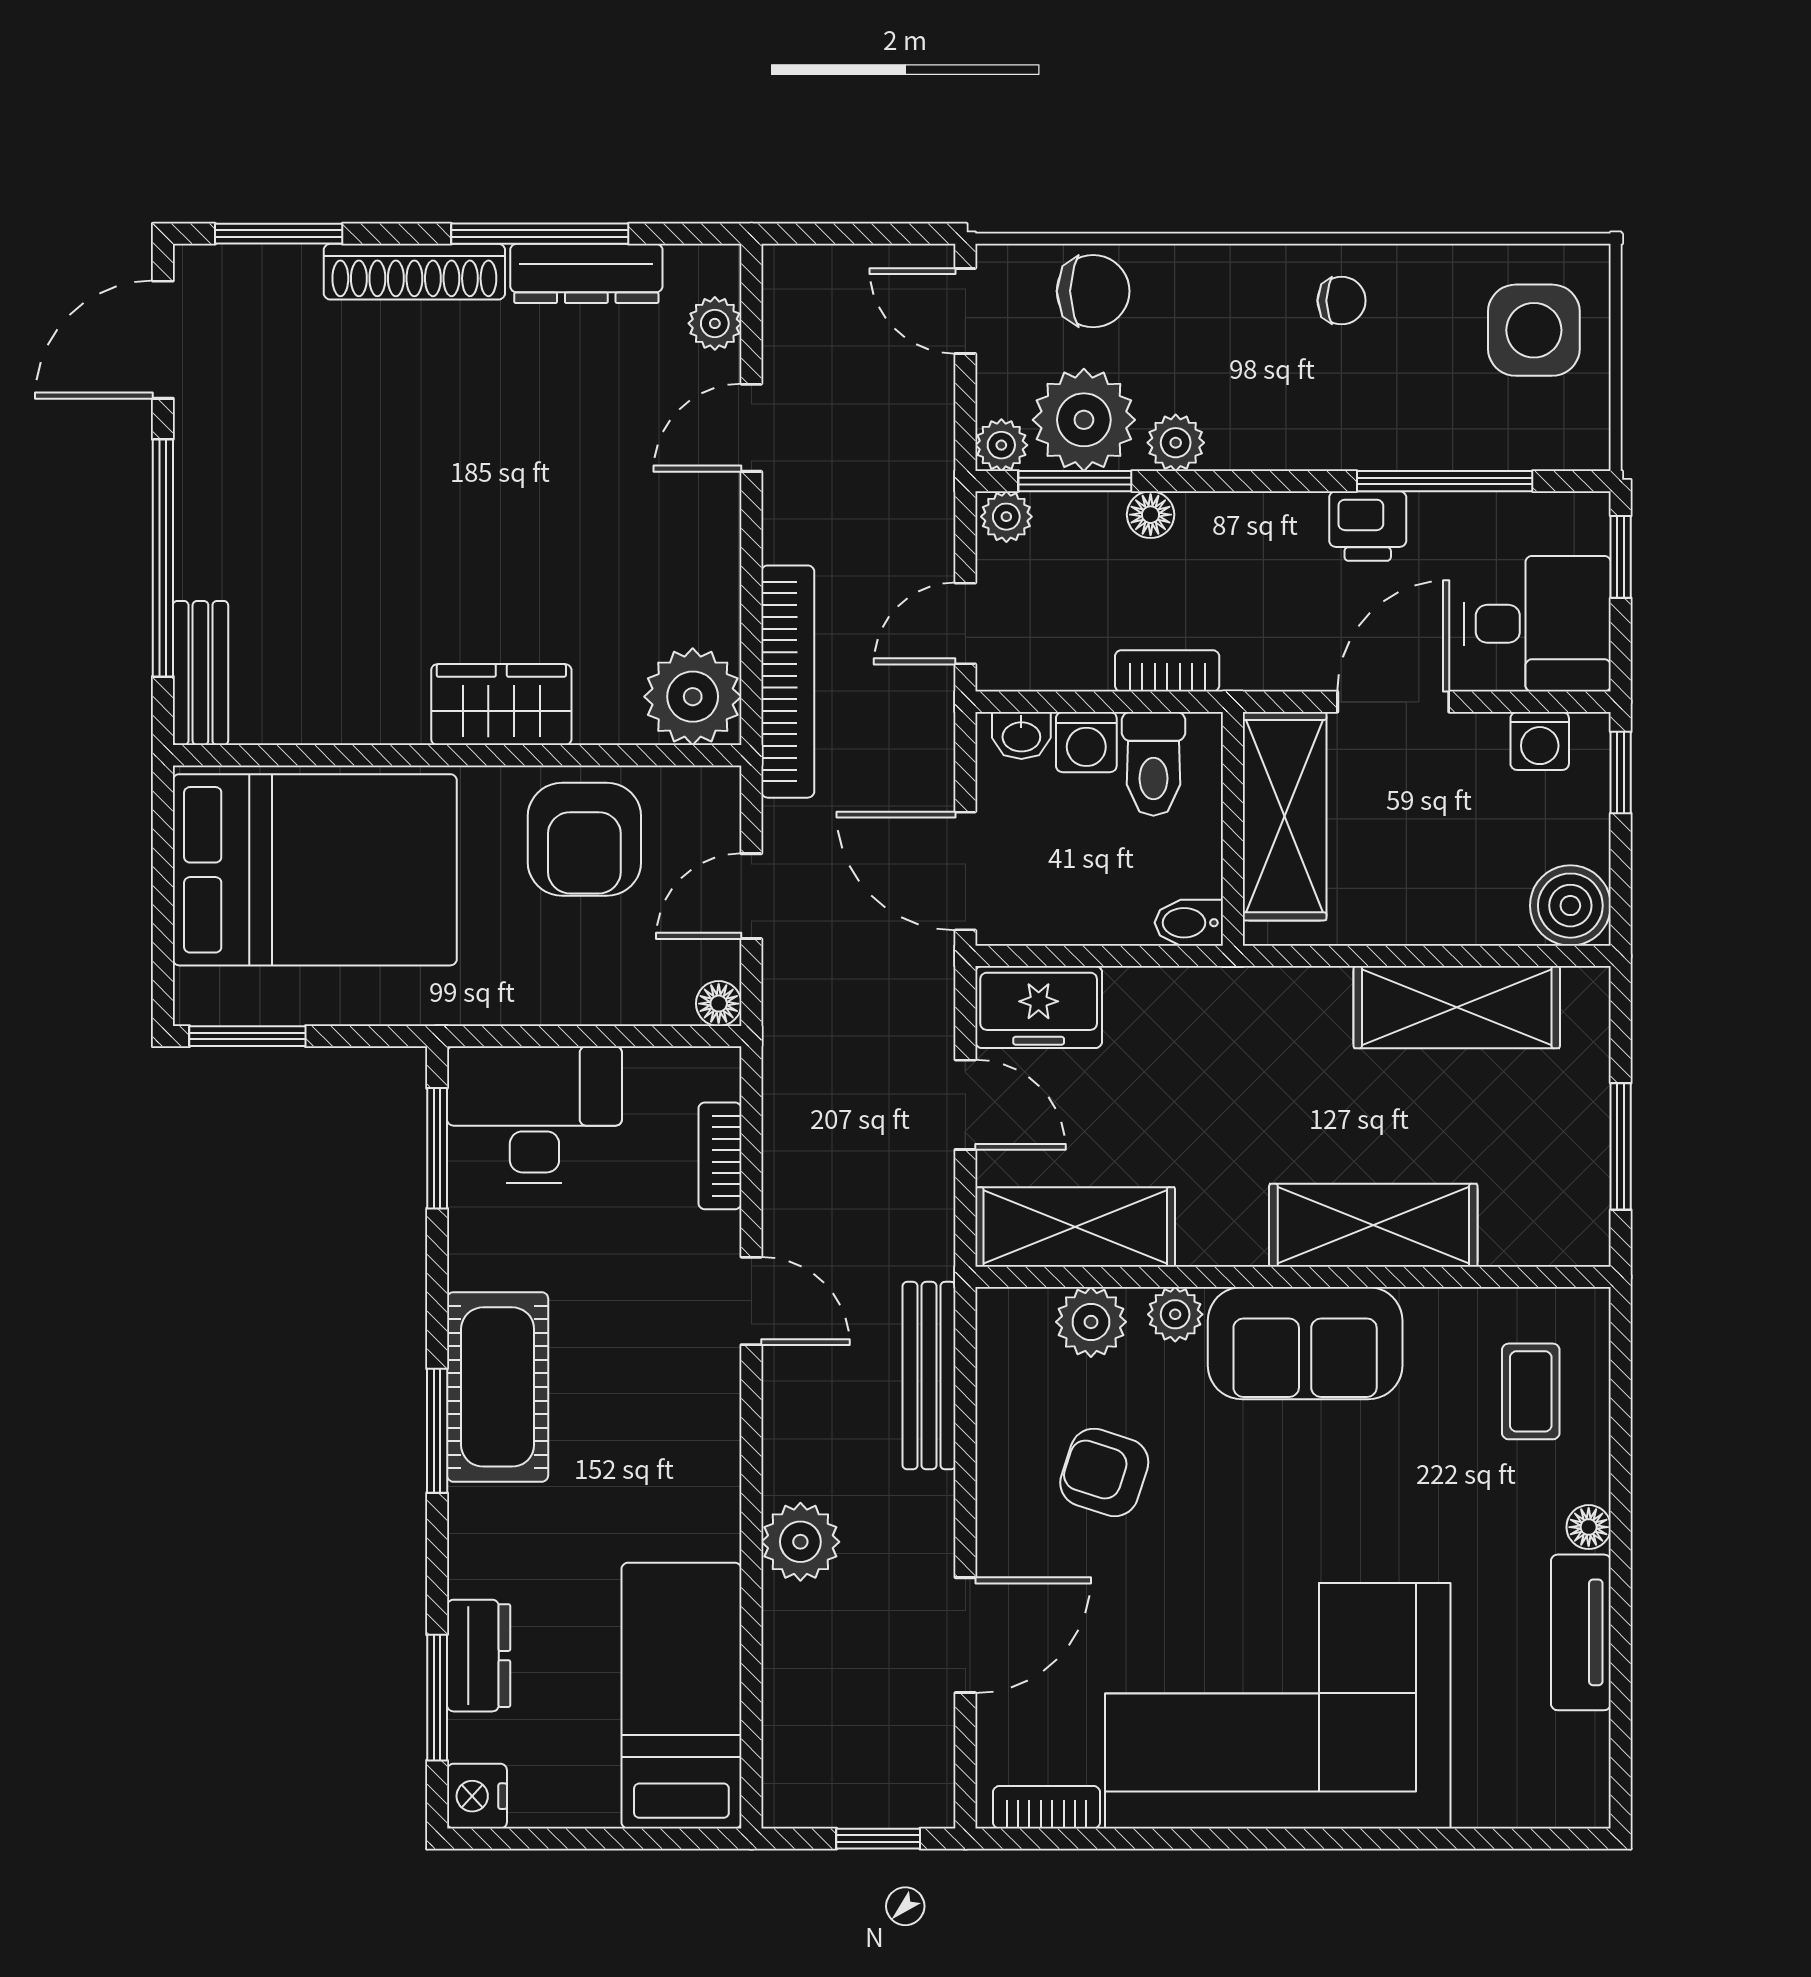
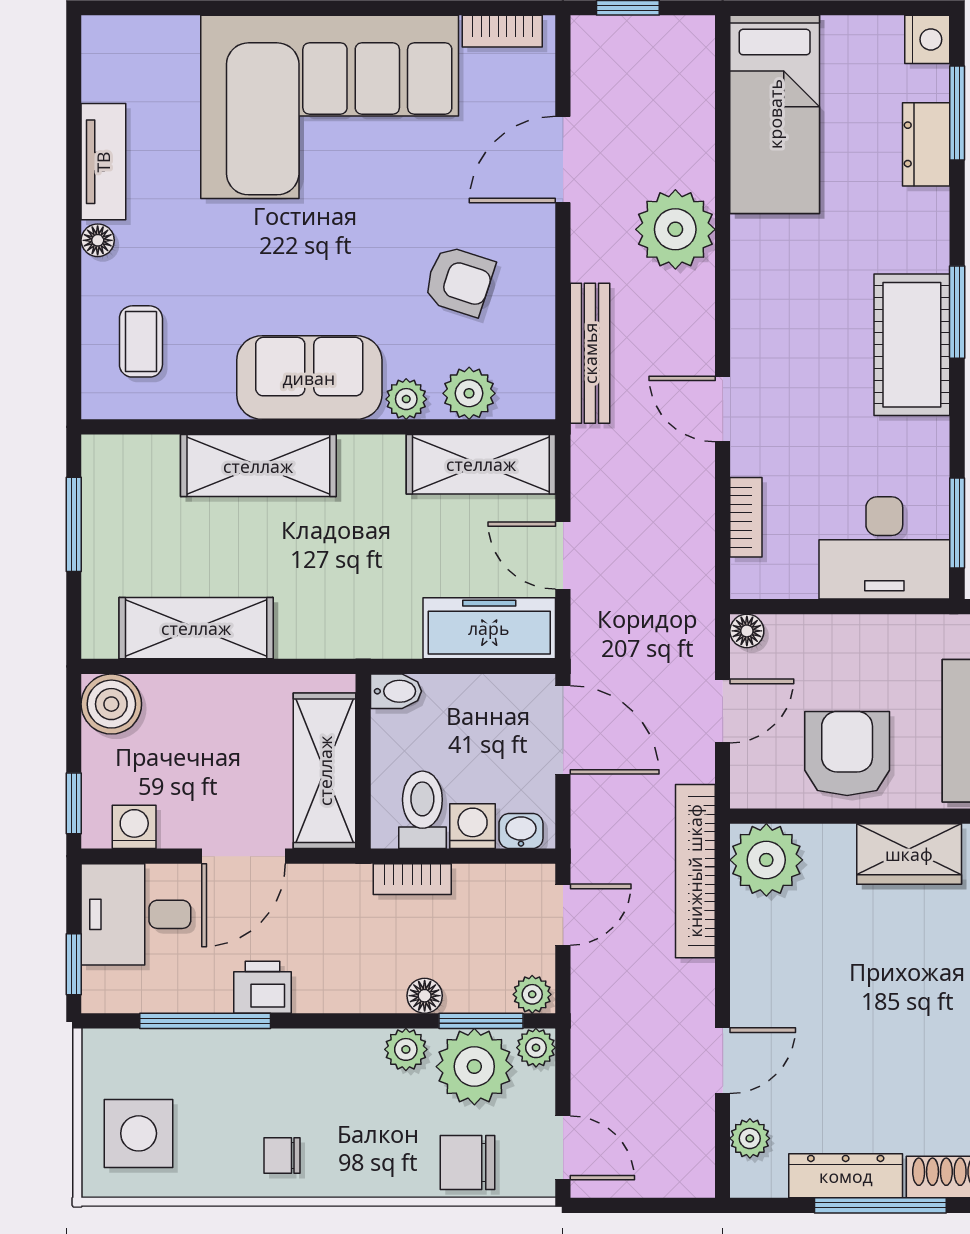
freezer: (1039, 1007) -> (489, 628), width x1.40
plant: (800, 1542) -> (675, 229), width x1.36, depth x1.36

